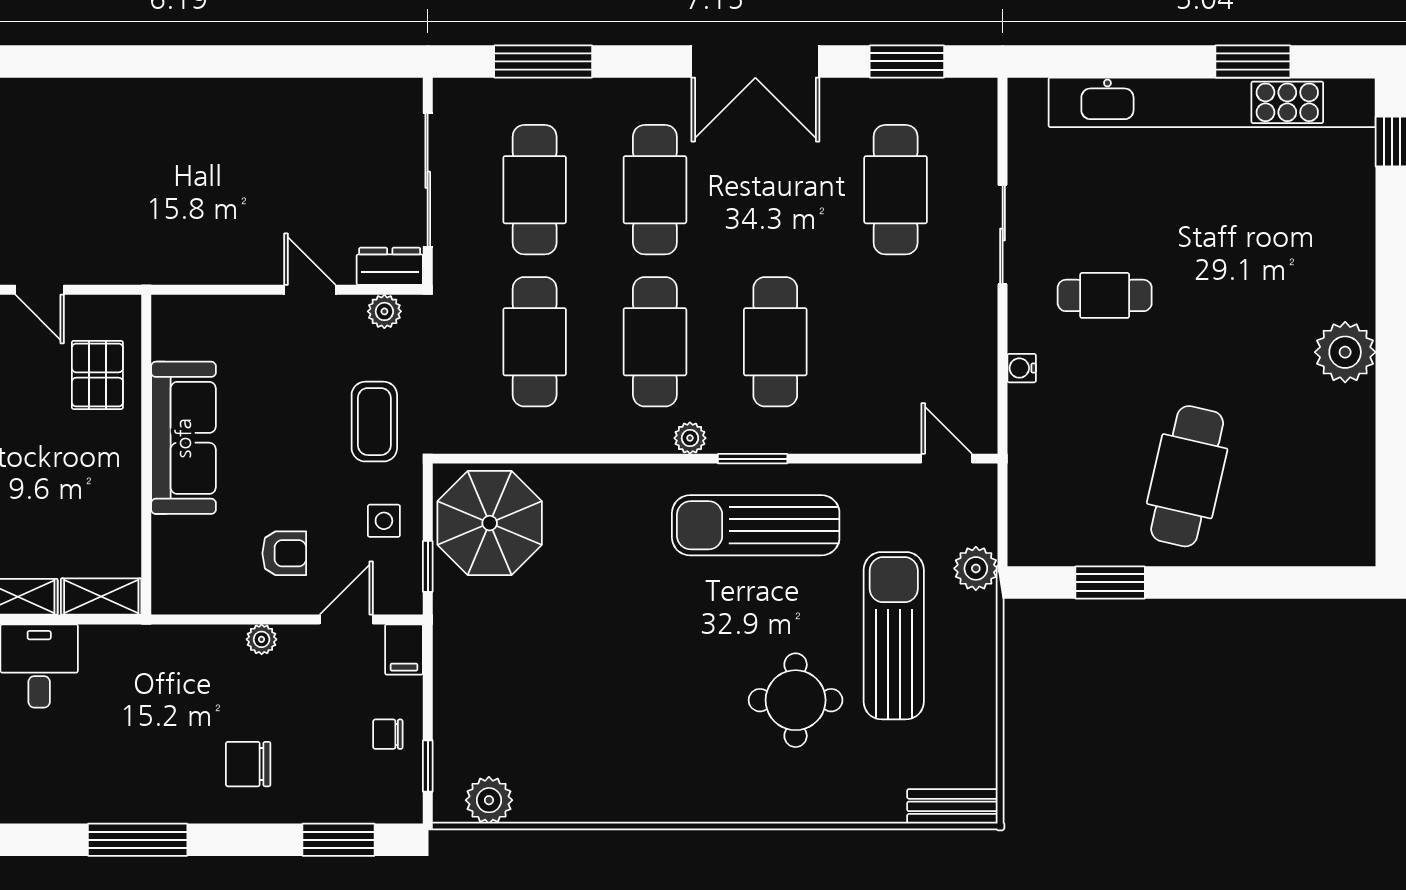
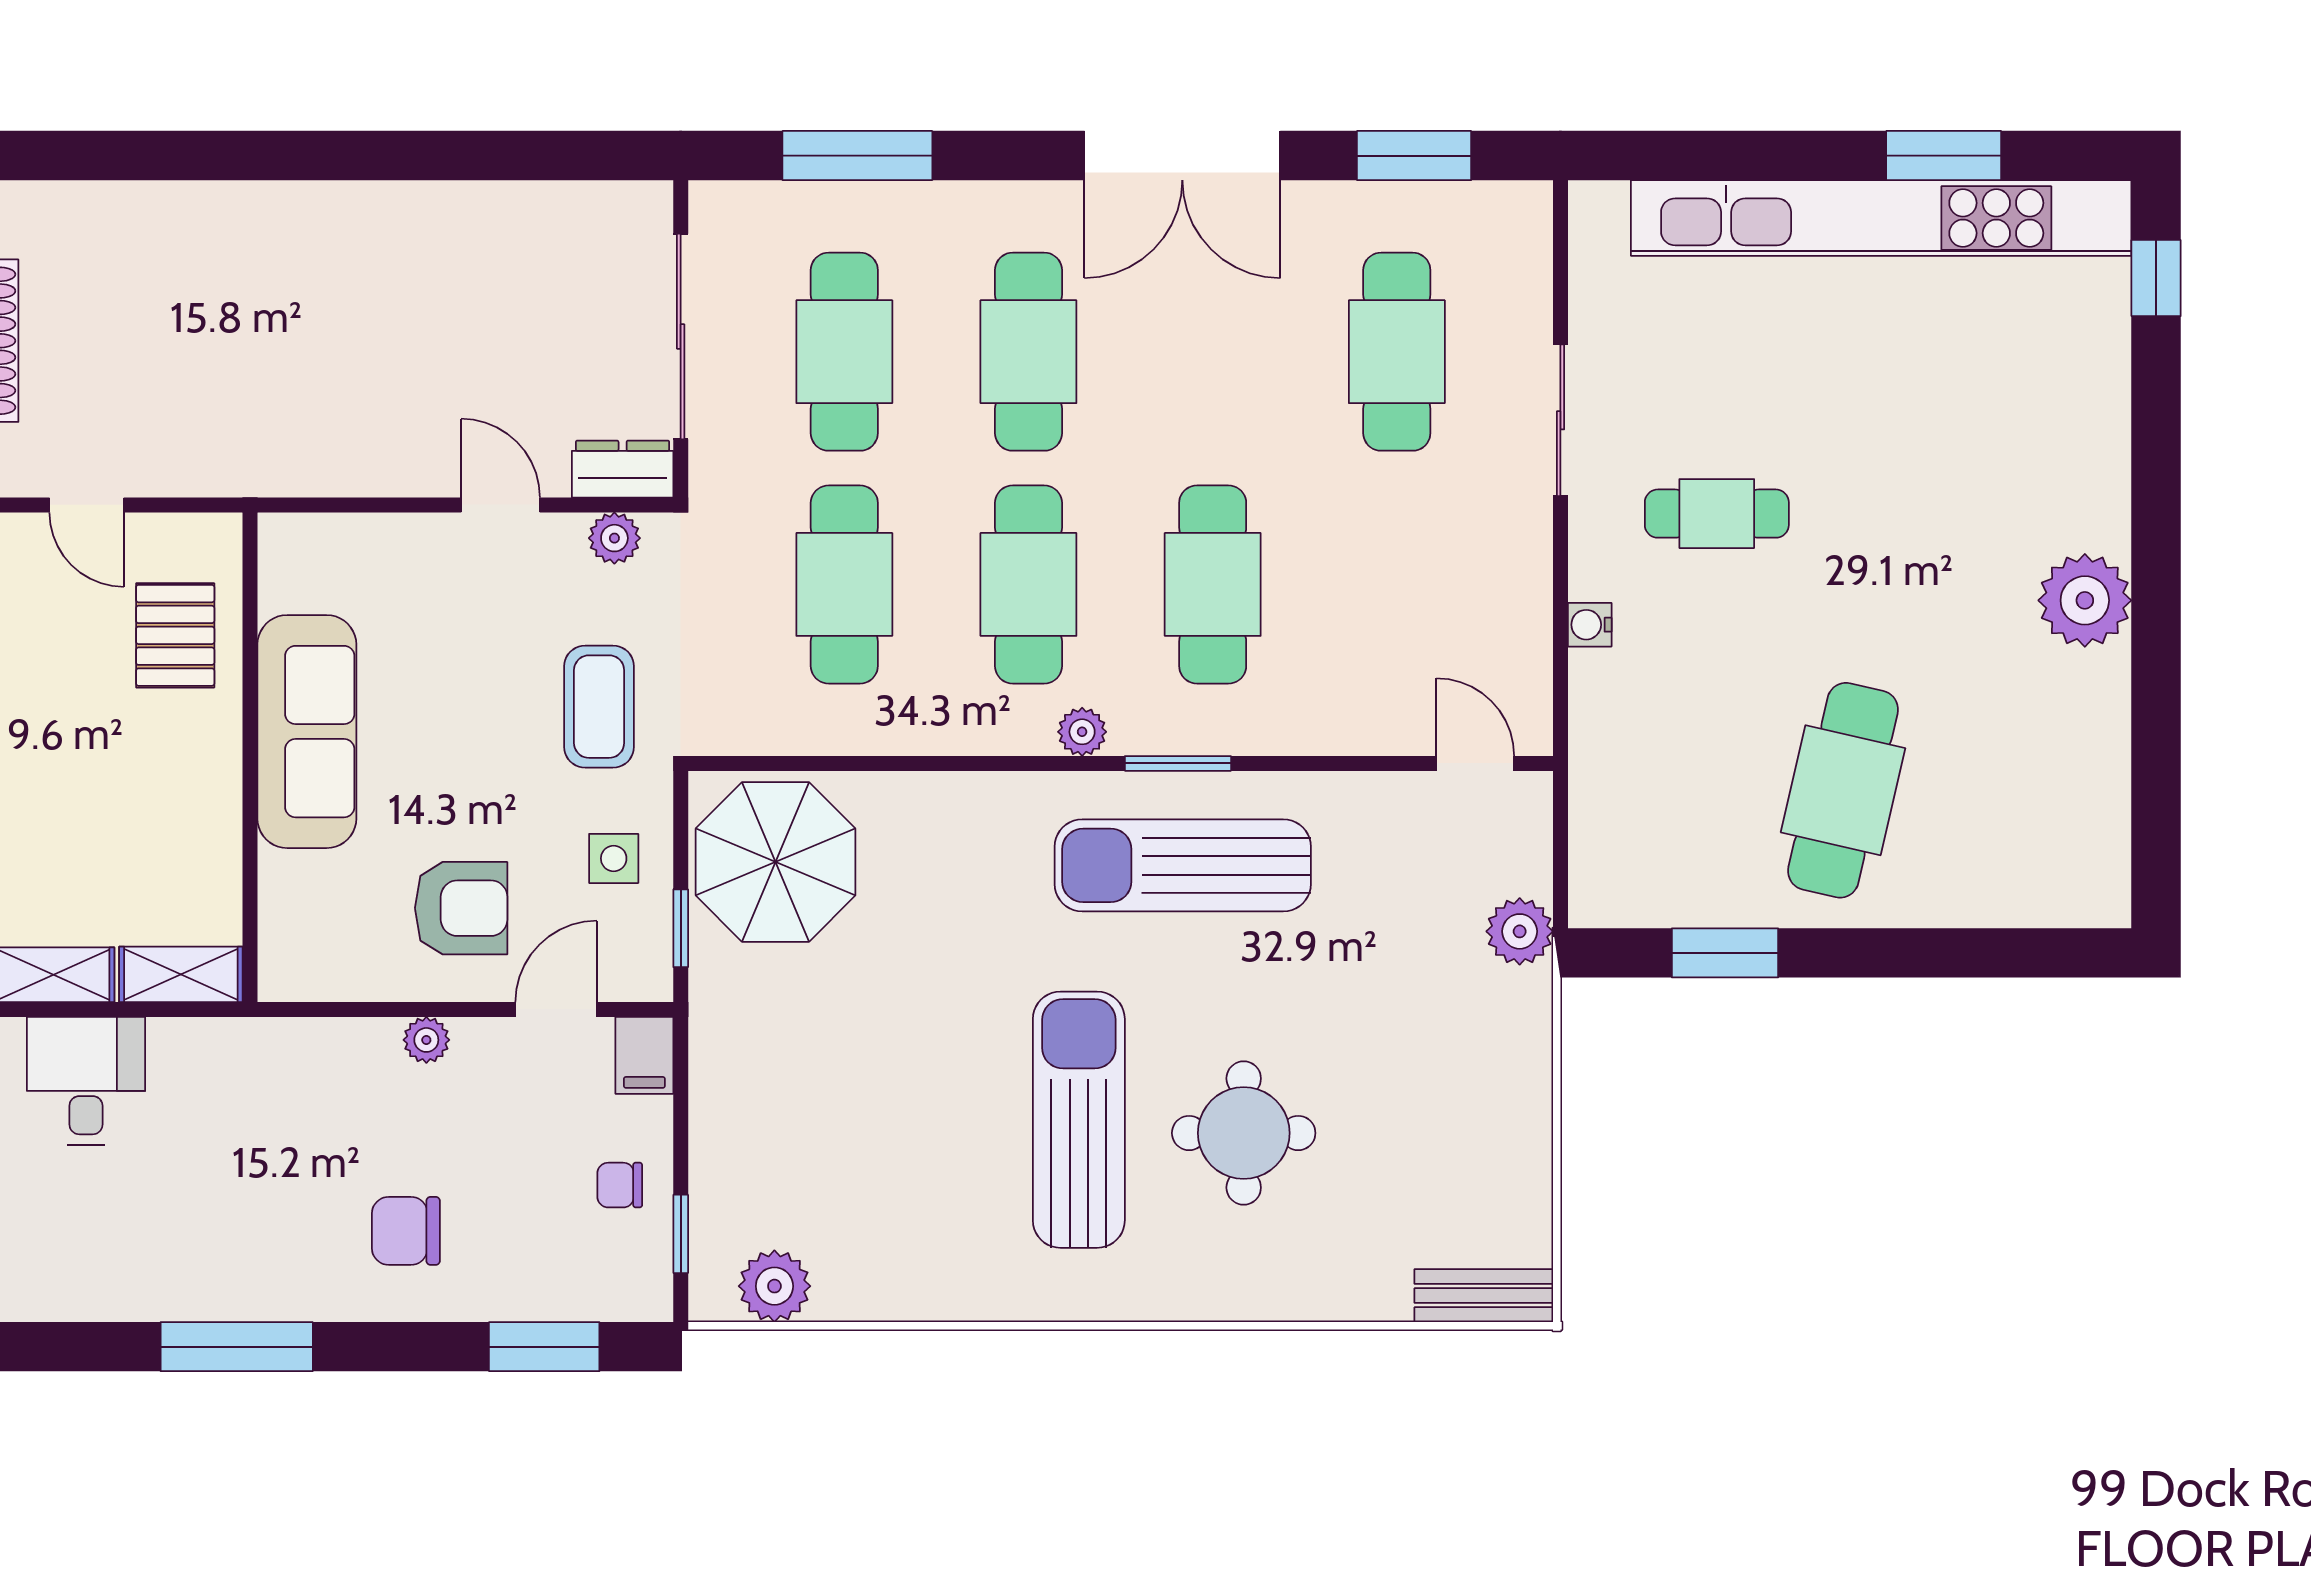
armchair: (284, 553) -> (461, 908), width x1.38, depth x1.38
sun lounger: (894, 636) -> (1079, 1120), moved

